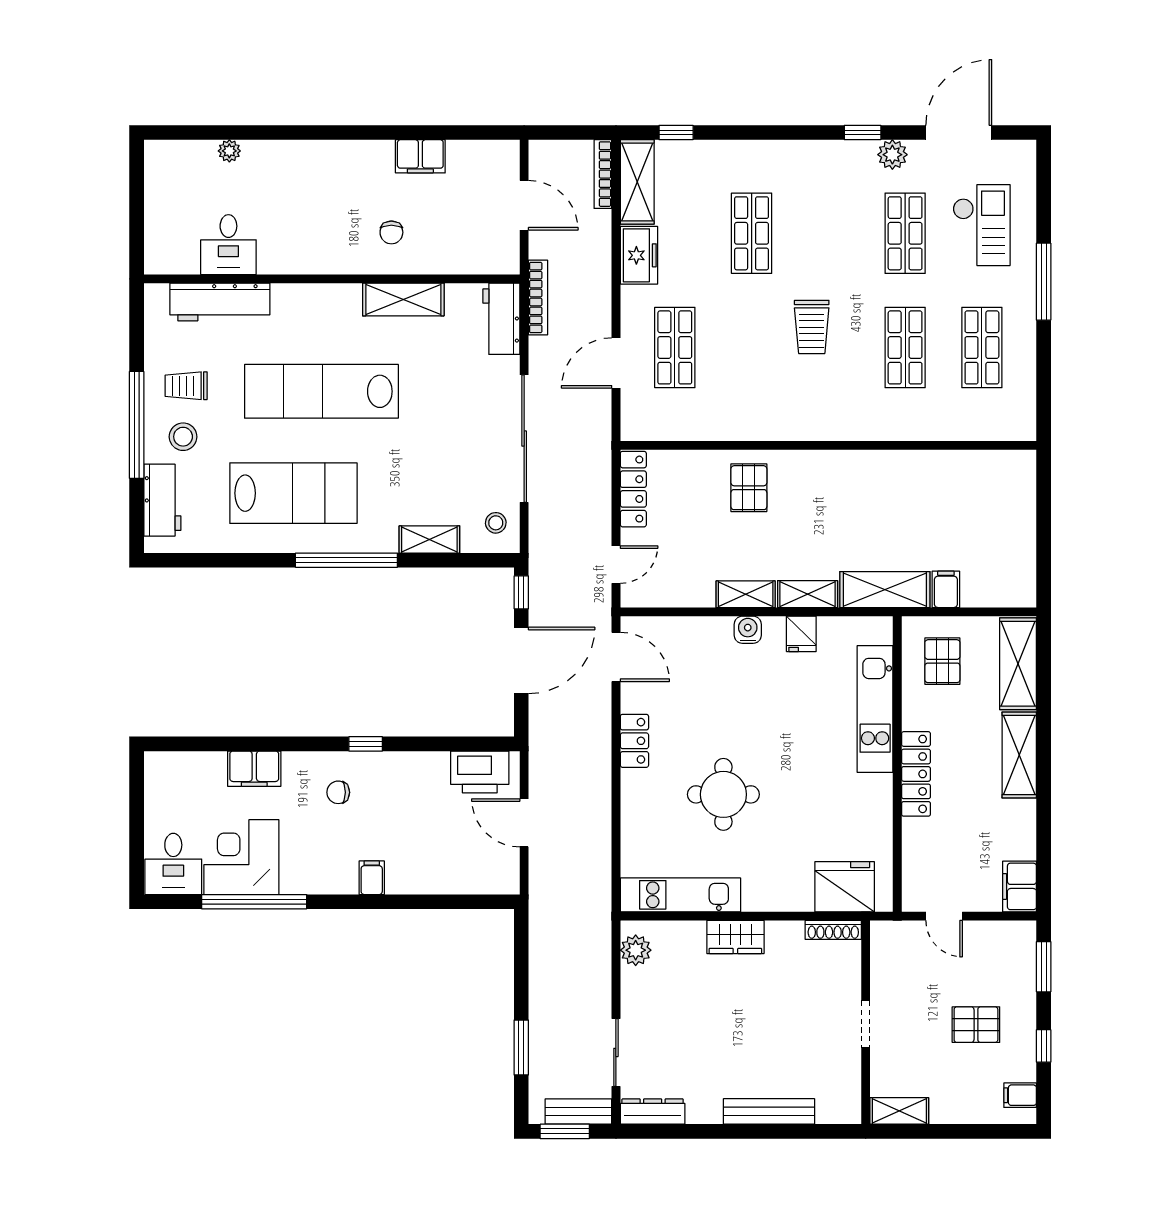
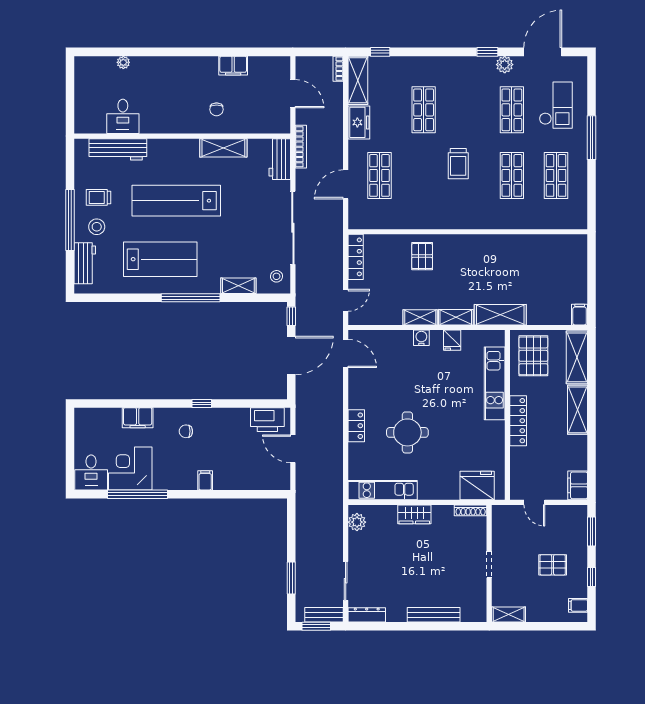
bookcase: (603, 174) -> (338, 69), width x0.64
filing cabinet: (946, 589) -> (580, 315), moved
pallet: (942, 661) -> (533, 356), width x1.50, depth x1.42
locker: (634, 741) -> (356, 426), moved

